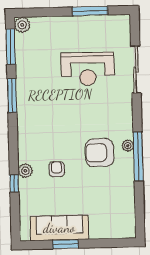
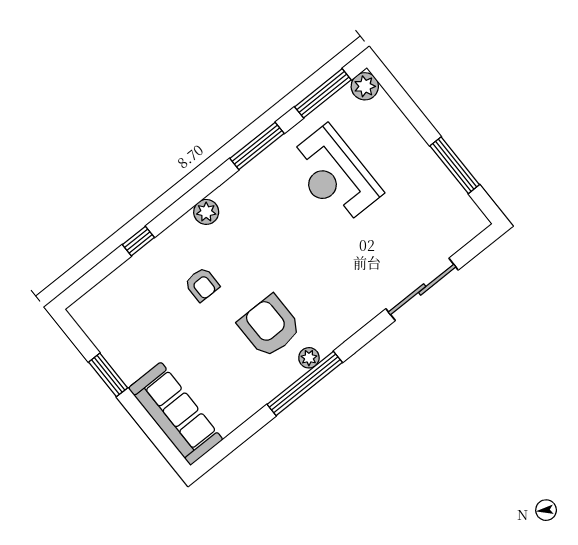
reception desk: (88, 69) -> (334, 175), moved
armchair: (57, 169) -> (202, 284), turned 90
plant: (25, 171) -> (206, 212), moved
sofa: (59, 228) -> (176, 414), moved

